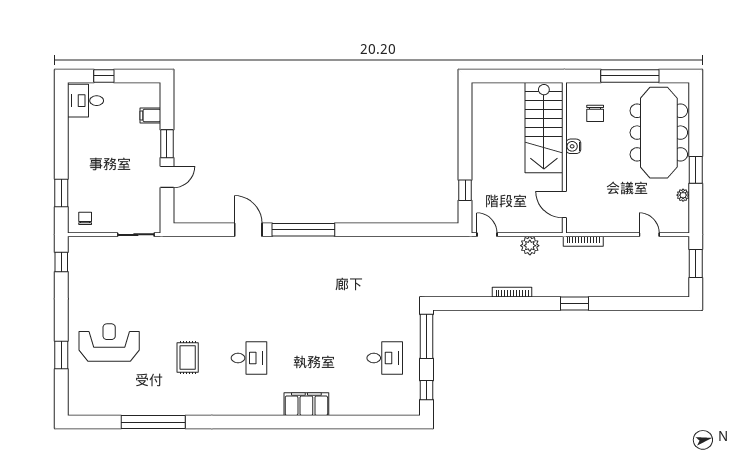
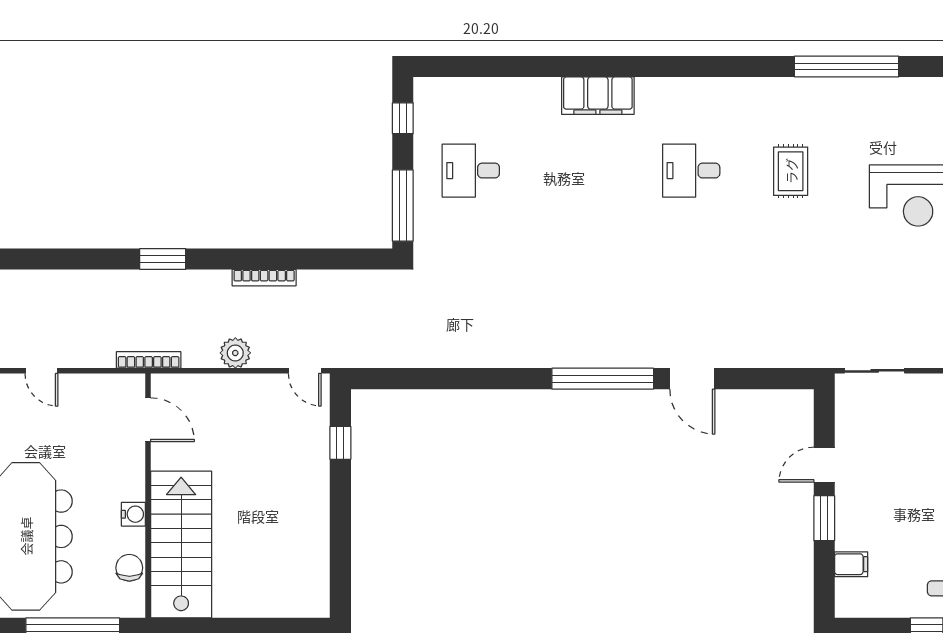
stairs: (544, 128) -> (181, 545), moved
water cooler: (573, 146) -> (133, 514), moved
wall: (564, 158) -> (148, 496), moved
door: (564, 205) -> (148, 420), moved

